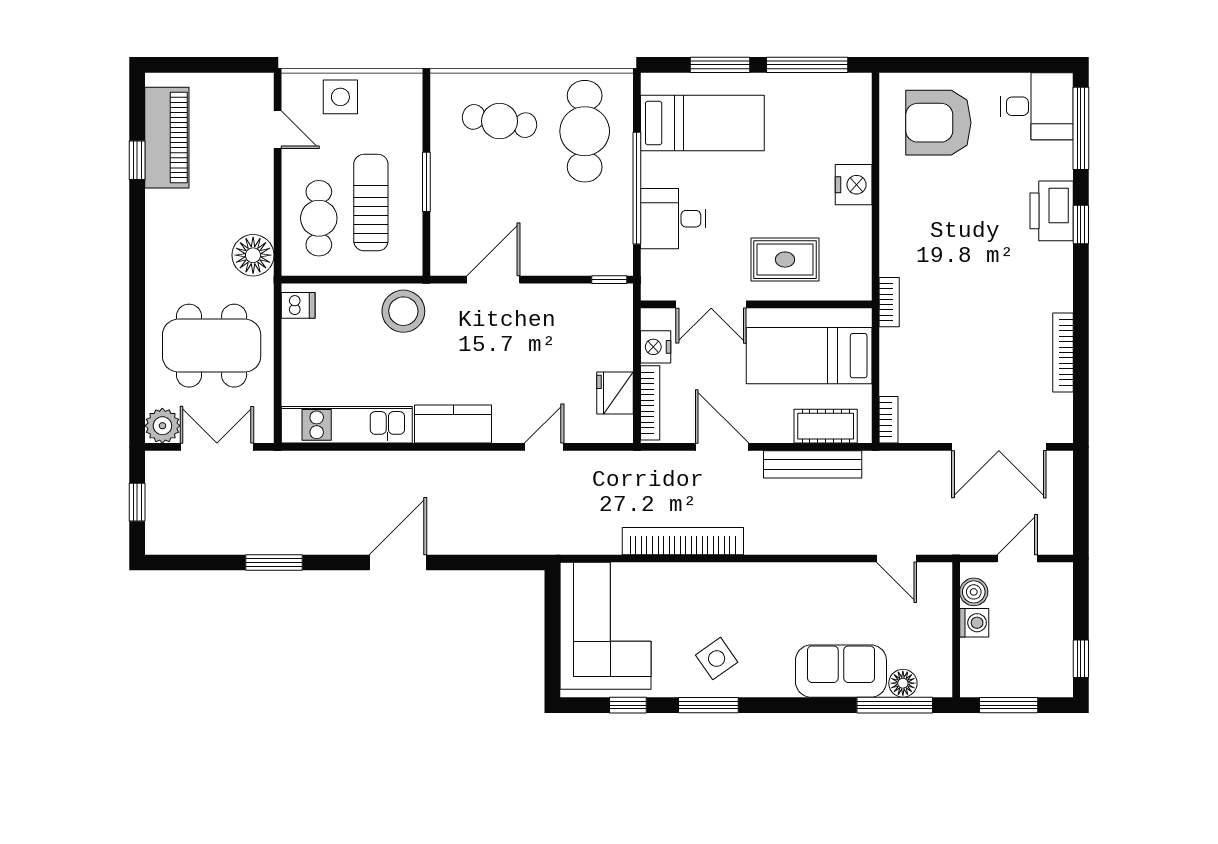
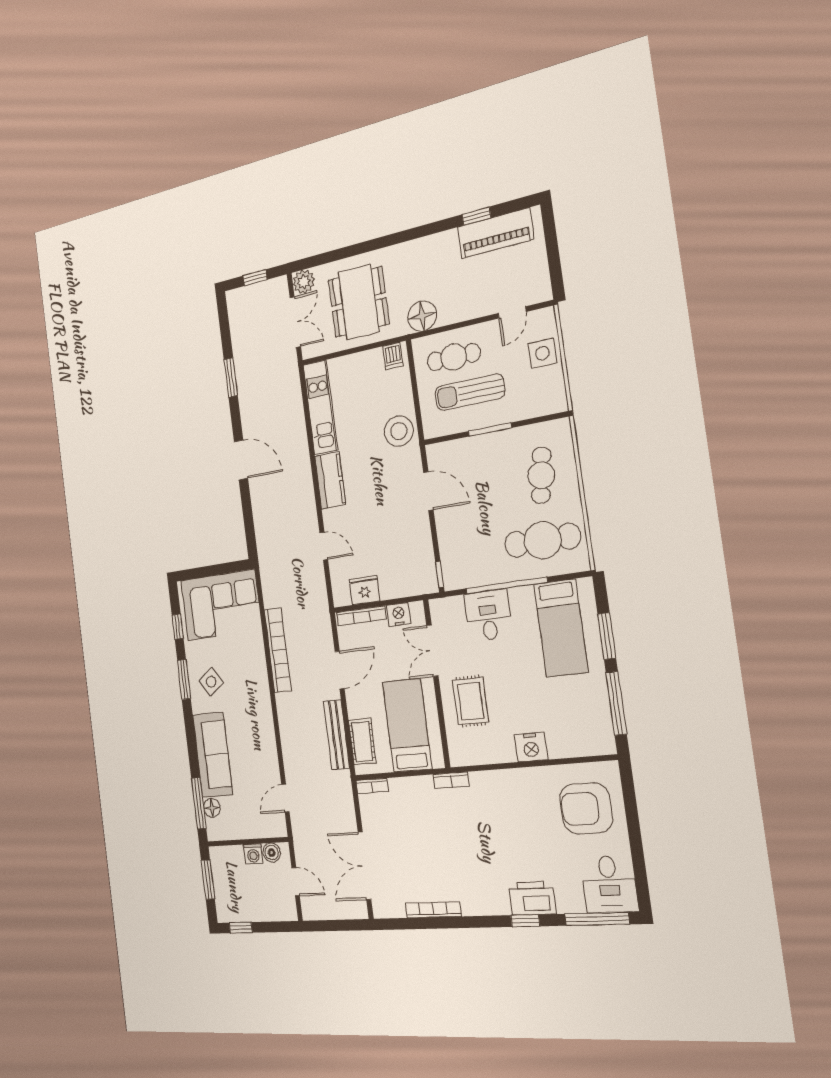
armchair: (938, 123) -> (586, 808), turned -90
sun lounger: (371, 203) -> (470, 392), turned 180
sofa: (841, 671) -> (213, 755), width x1.36

